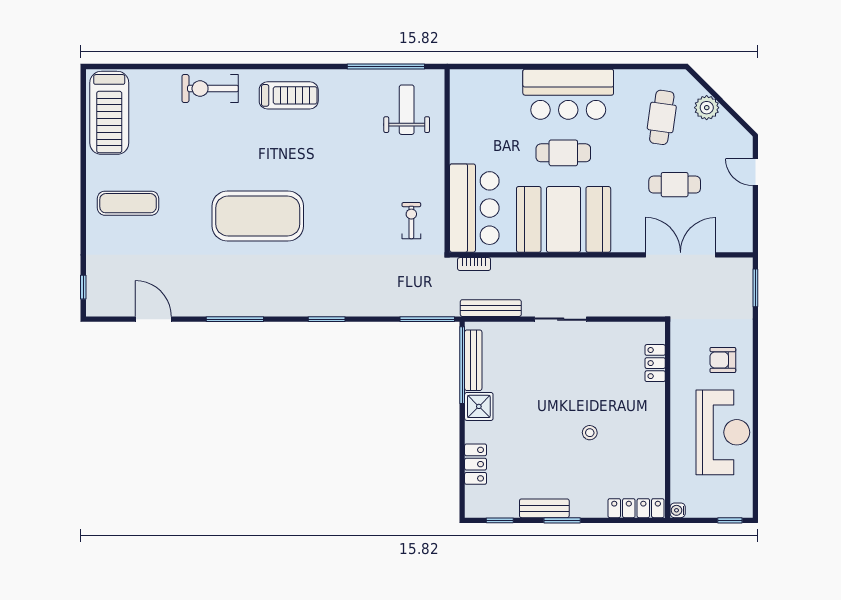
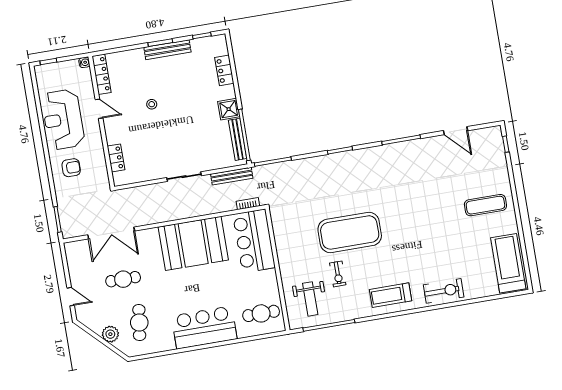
cafe table: (563, 153) -> (261, 313), moved
exercise mat: (258, 216) -> (350, 232), moved
exercise bike: (411, 221) -> (338, 274), moved
door: (668, 439) -> (99, 109), added
bench: (544, 508) -> (167, 50), width x1.36
locker: (636, 508) -> (102, 74), moved, turned -90

